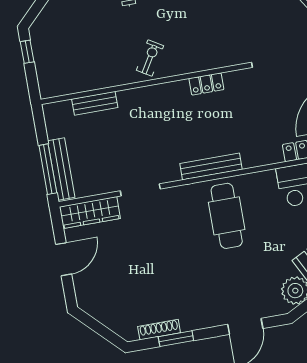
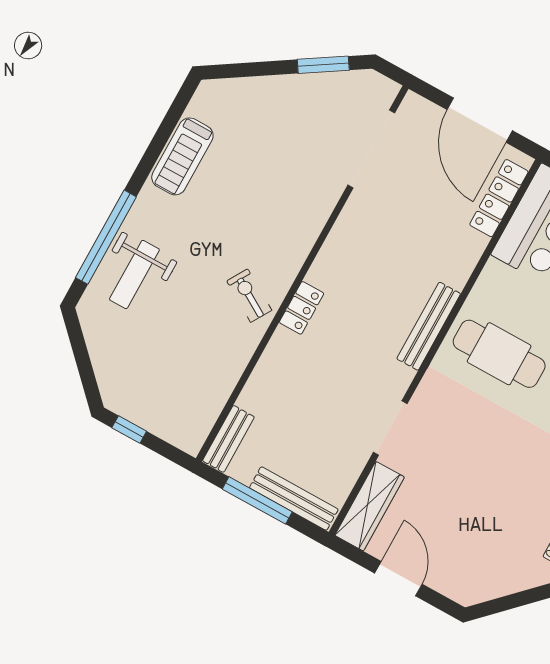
locker: (206, 84) -> (302, 308), moved
bench: (95, 103) -> (228, 439), moved
window: (48, 169) -> (257, 500), moved

